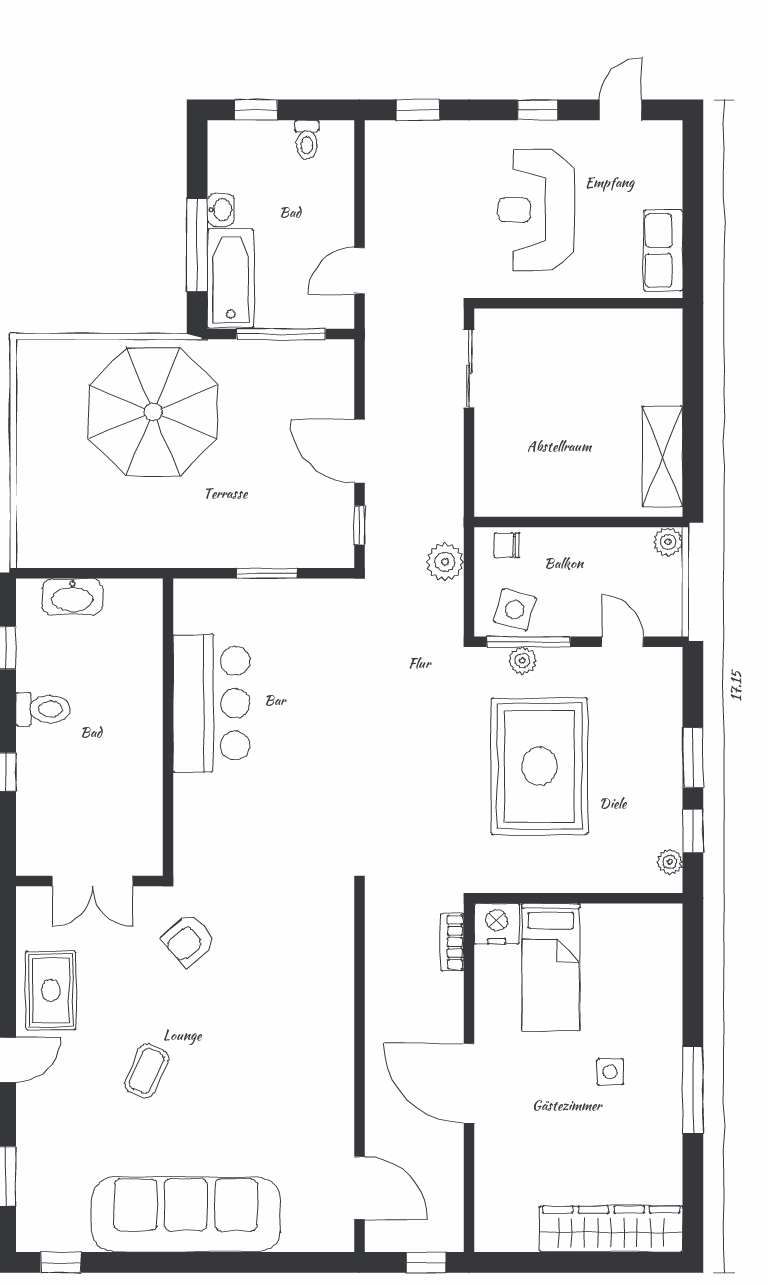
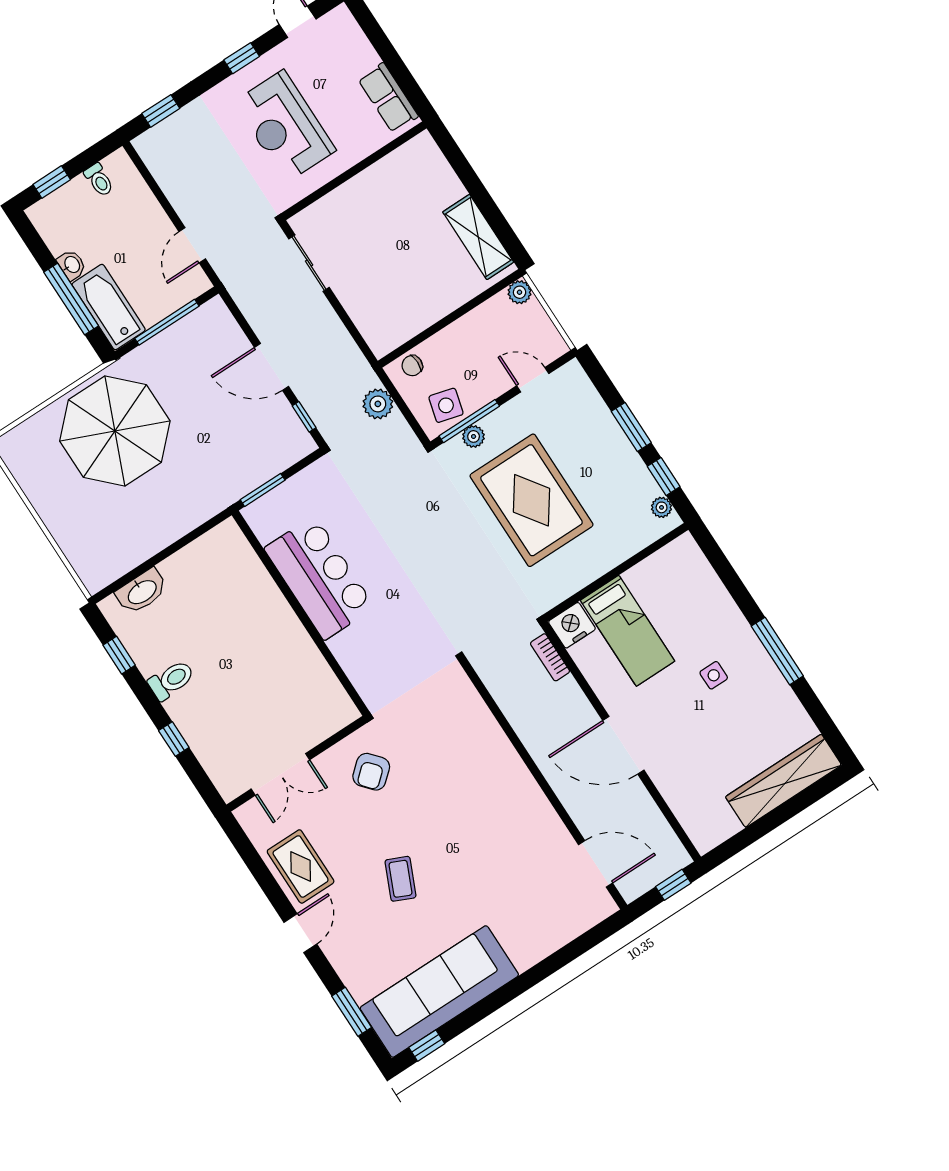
bar counter: (211, 703) -> (319, 578), moved
wall: (168, 727) -> (301, 613), moved
sofa: (186, 1215) -> (439, 991), moved

